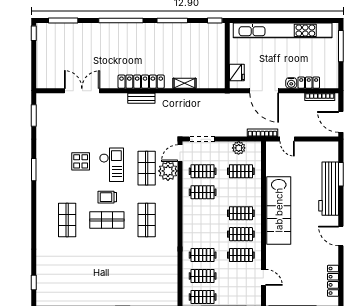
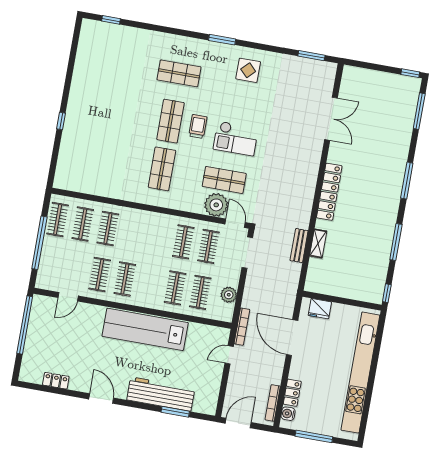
window: (121, 21) -> (407, 181), width x0.68
window: (341, 46) -> (314, 436), moved
water cooler: (291, 83) -> (288, 414), moved
door: (264, 91) -> (292, 338), hinge flipped
bench: (141, 98) -> (299, 246), moved
display table: (81, 161) -> (248, 70), moved
window: (34, 170) -> (222, 40), moved
clothes rail: (241, 213) -> (175, 288), moved
shop shelf: (147, 220) -> (162, 169), turned 90
door: (341, 236) -> (101, 398), hinge flipped
locker: (333, 281) -> (56, 381), width x0.66

